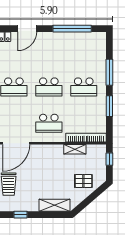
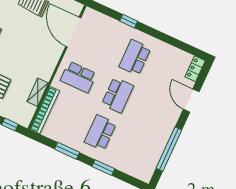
window: (109, 72) -> (103, 168), width x0.69
school desk: (49, 87) -> (118, 95), turned 180
school desk: (49, 123) -> (78, 77), turned -90

